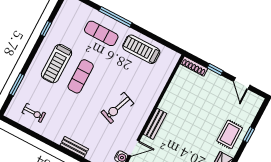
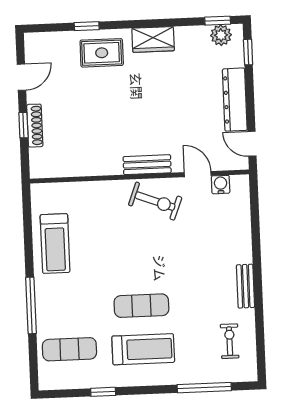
exercise mat: (101, 33) -> (69, 349), moved, turned 90
shoe rack: (194, 66) -> (35, 126), moved
window: (17, 85) -> (204, 388), width x1.44
exercise bike: (117, 108) -> (155, 201), moved
bench: (74, 147) -> (246, 286), moved

